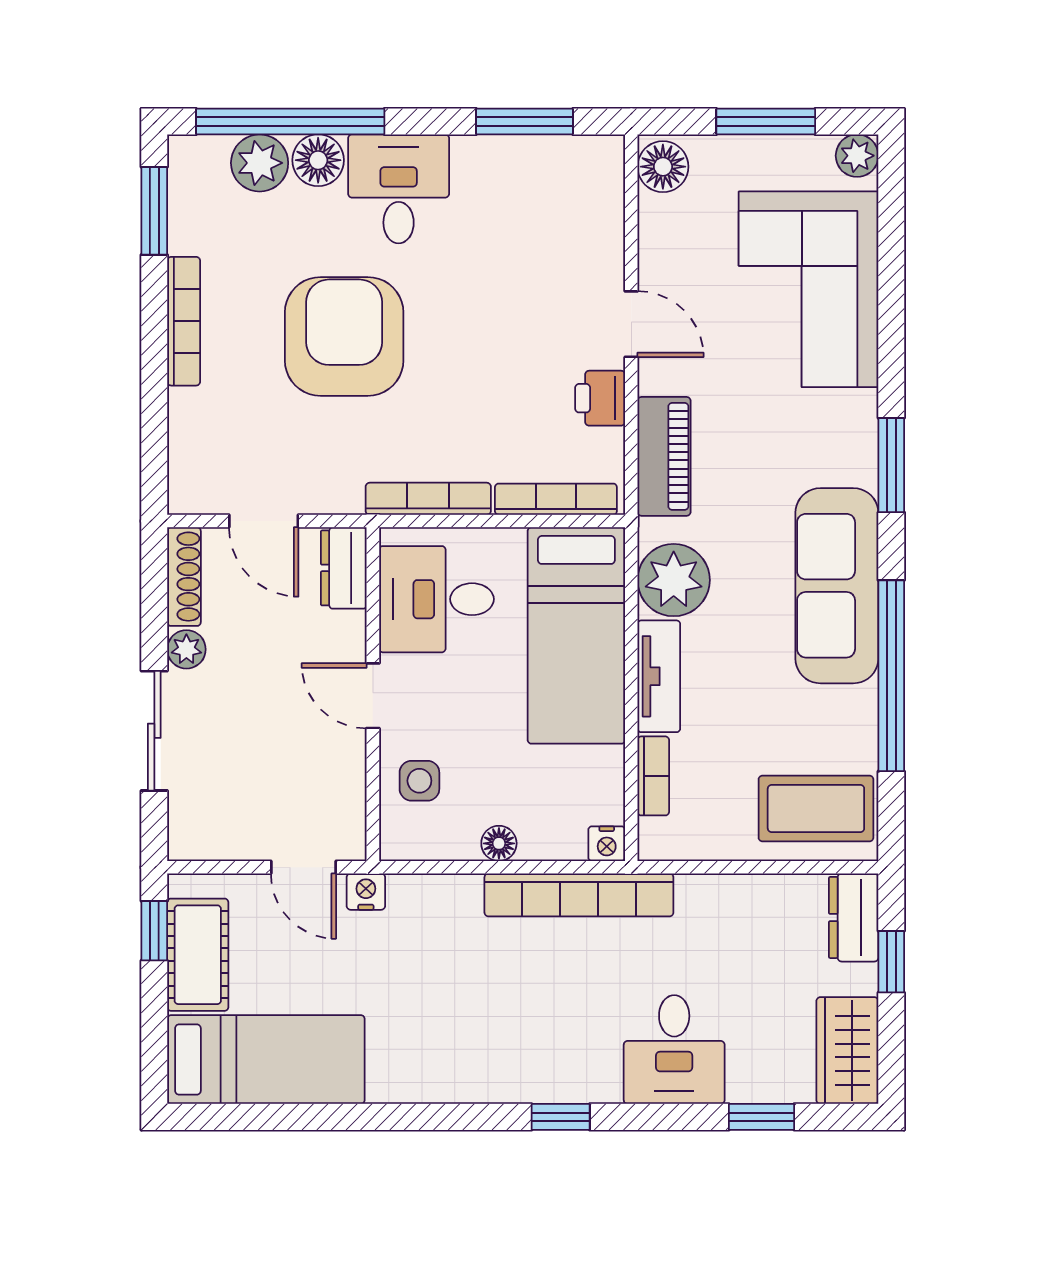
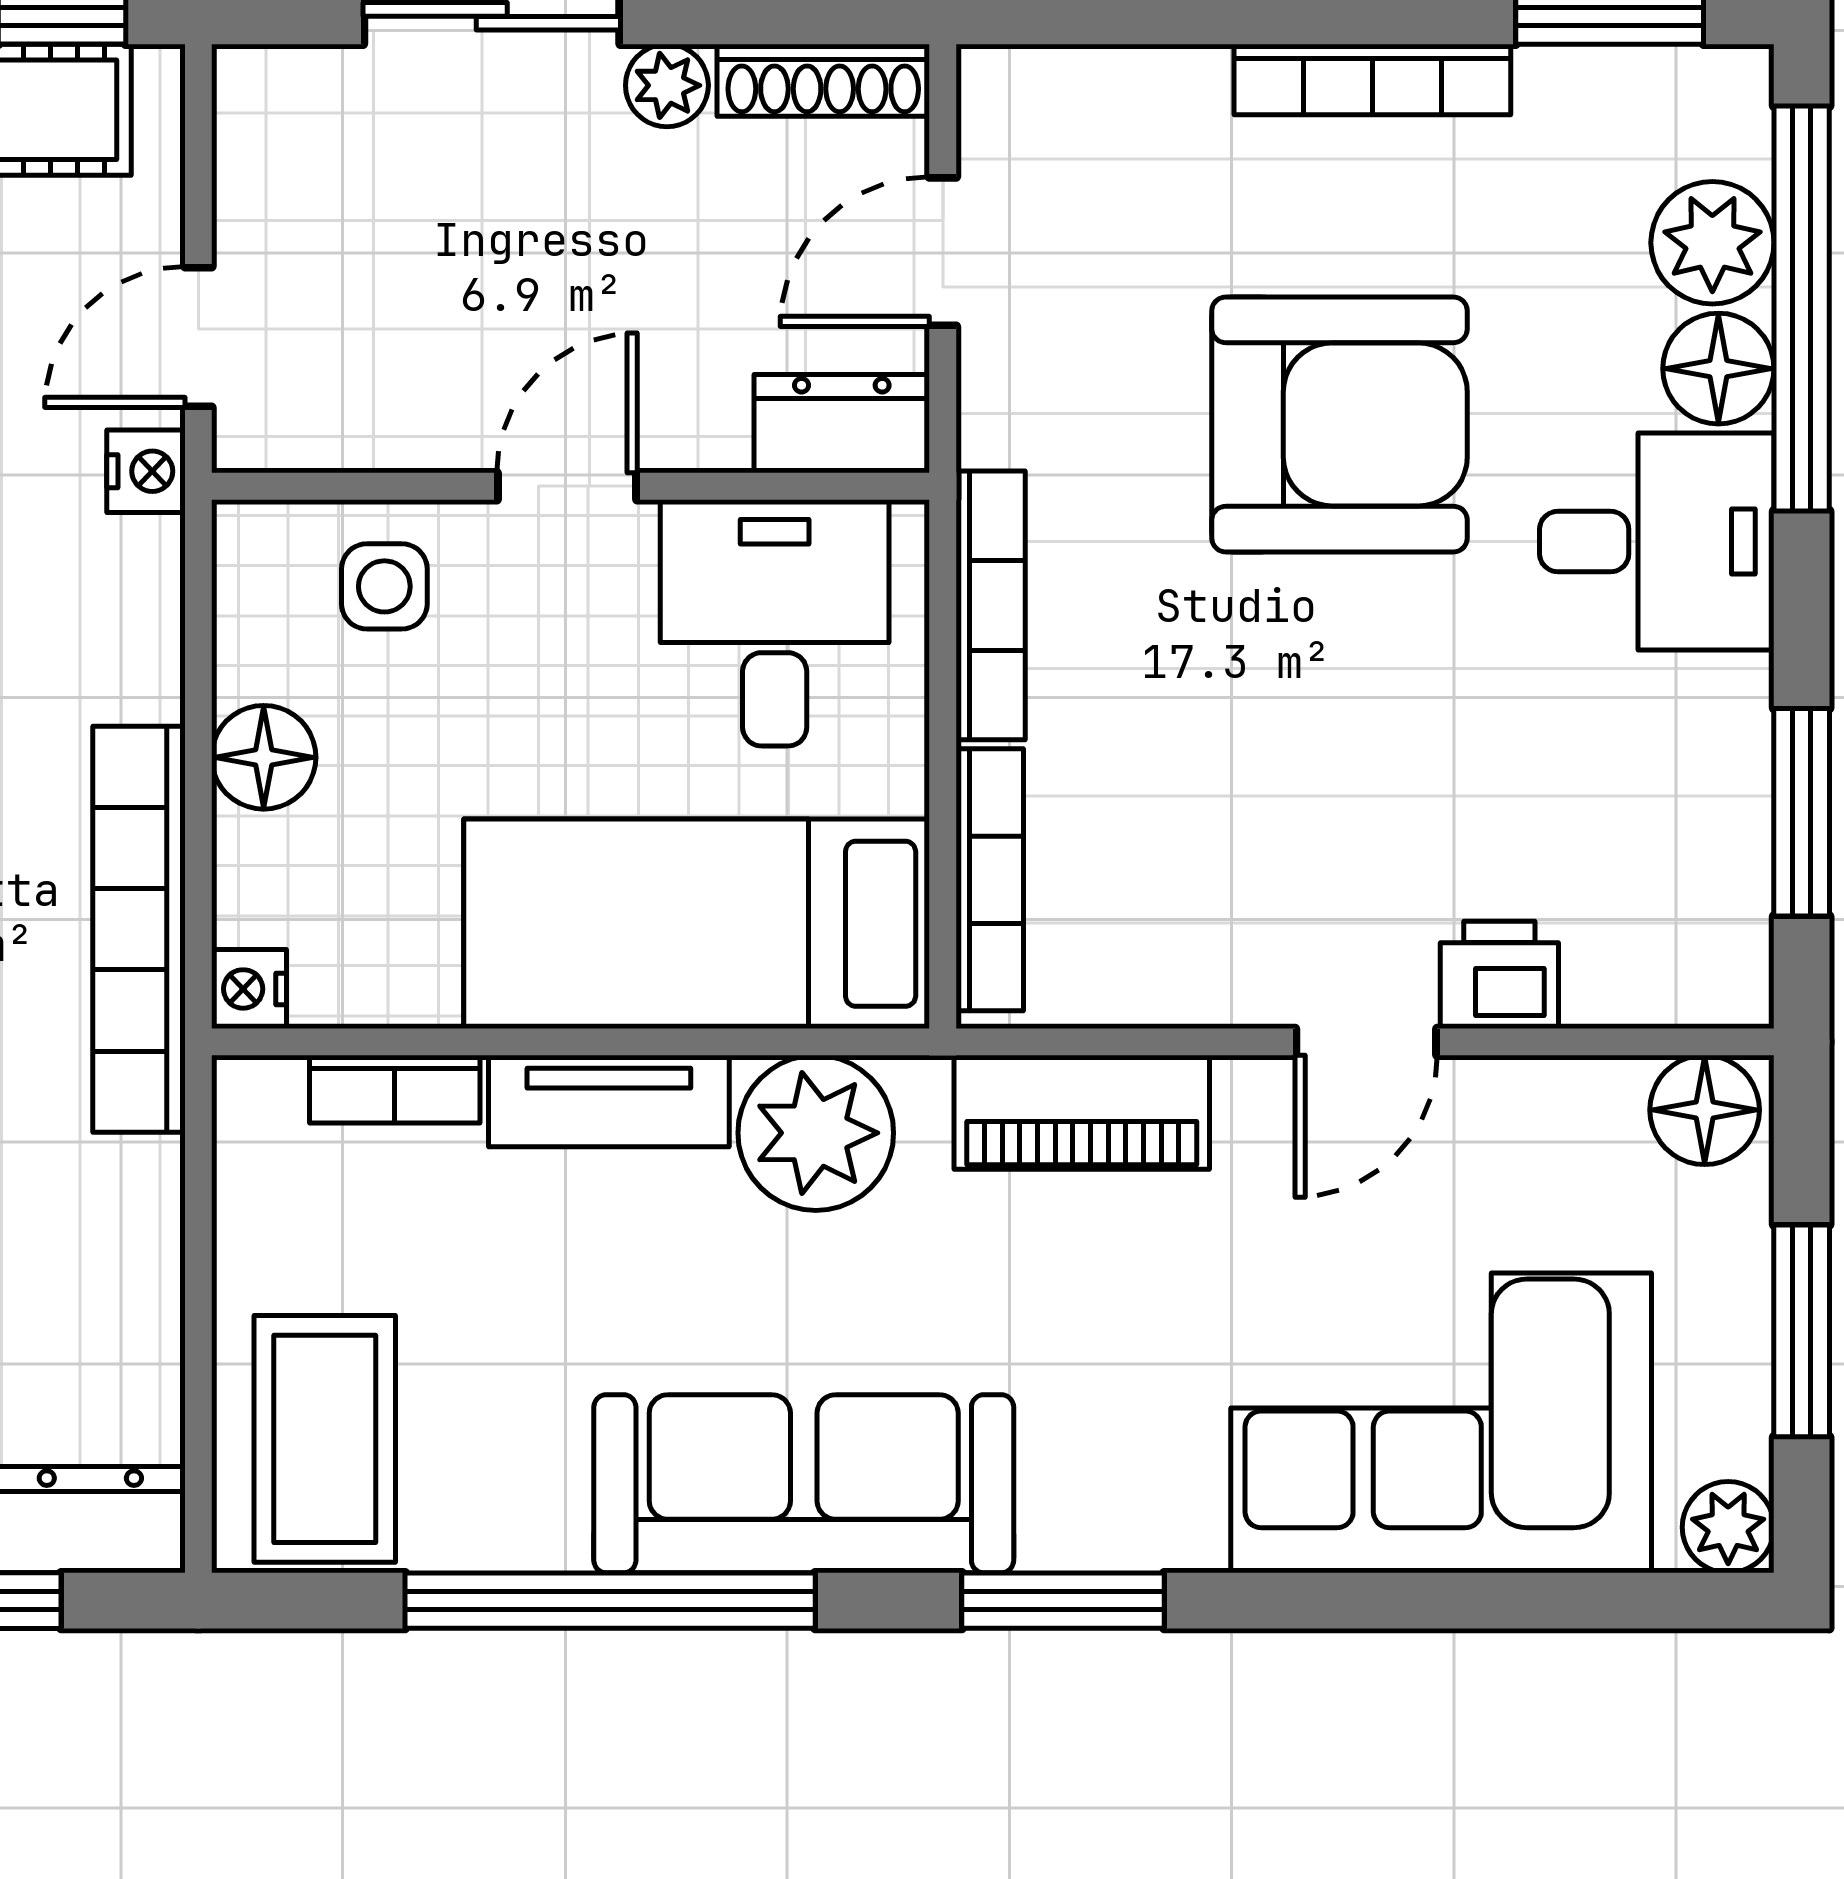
printer: (600, 398) -> (1499, 975), moved
floor lamp: (499, 843) -> (264, 757), width x1.37, depth x1.37

